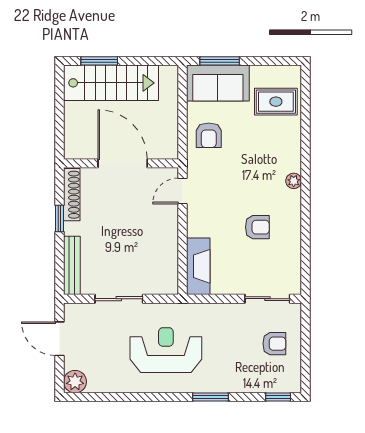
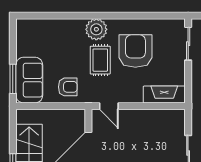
rug: (276, 102) -> (100, 60), moved
plant: (294, 181) -> (96, 29), width x1.87, depth x1.87
armchair: (257, 227) -> (135, 51), width x1.88, depth x1.88

